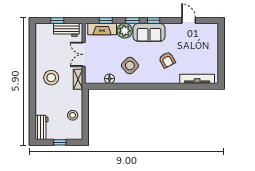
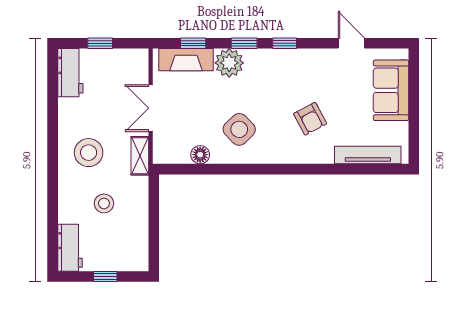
workbench: (66, 30) -> (70, 73), moved, turned -90
sofa: (149, 32) -> (391, 90), moved, turned 90
stool: (73, 115) -> (104, 203), moved

